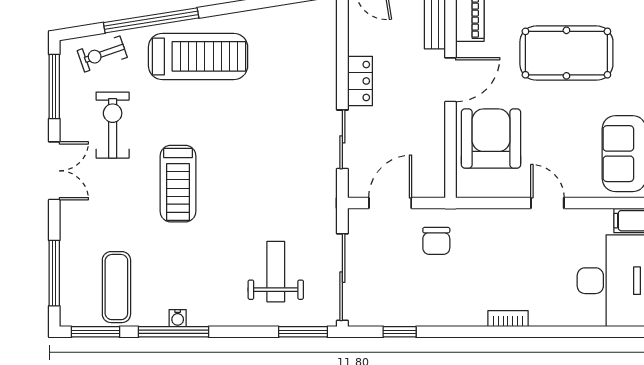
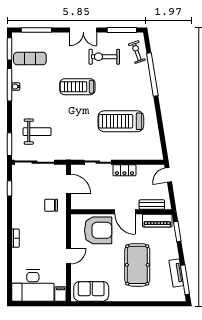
treadmill: (198, 56) -> (121, 121), moved, turned 90
exercise bike: (113, 125) -> (104, 57), turned 180

